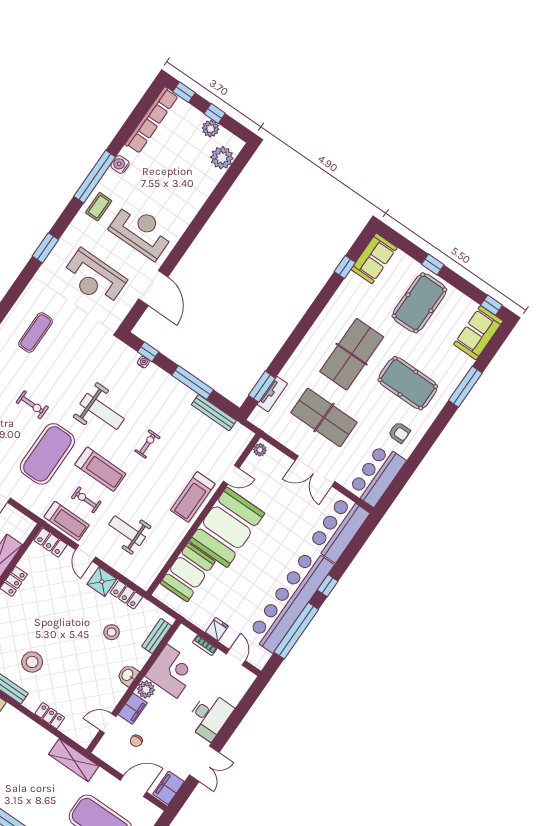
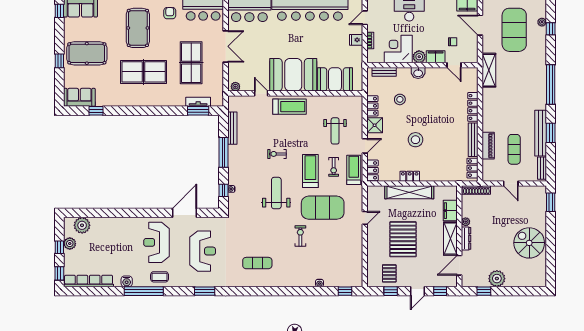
stool: (32, 662) -> (415, 140), moved
locker: (50, 716) -> (473, 107), width x1.53

